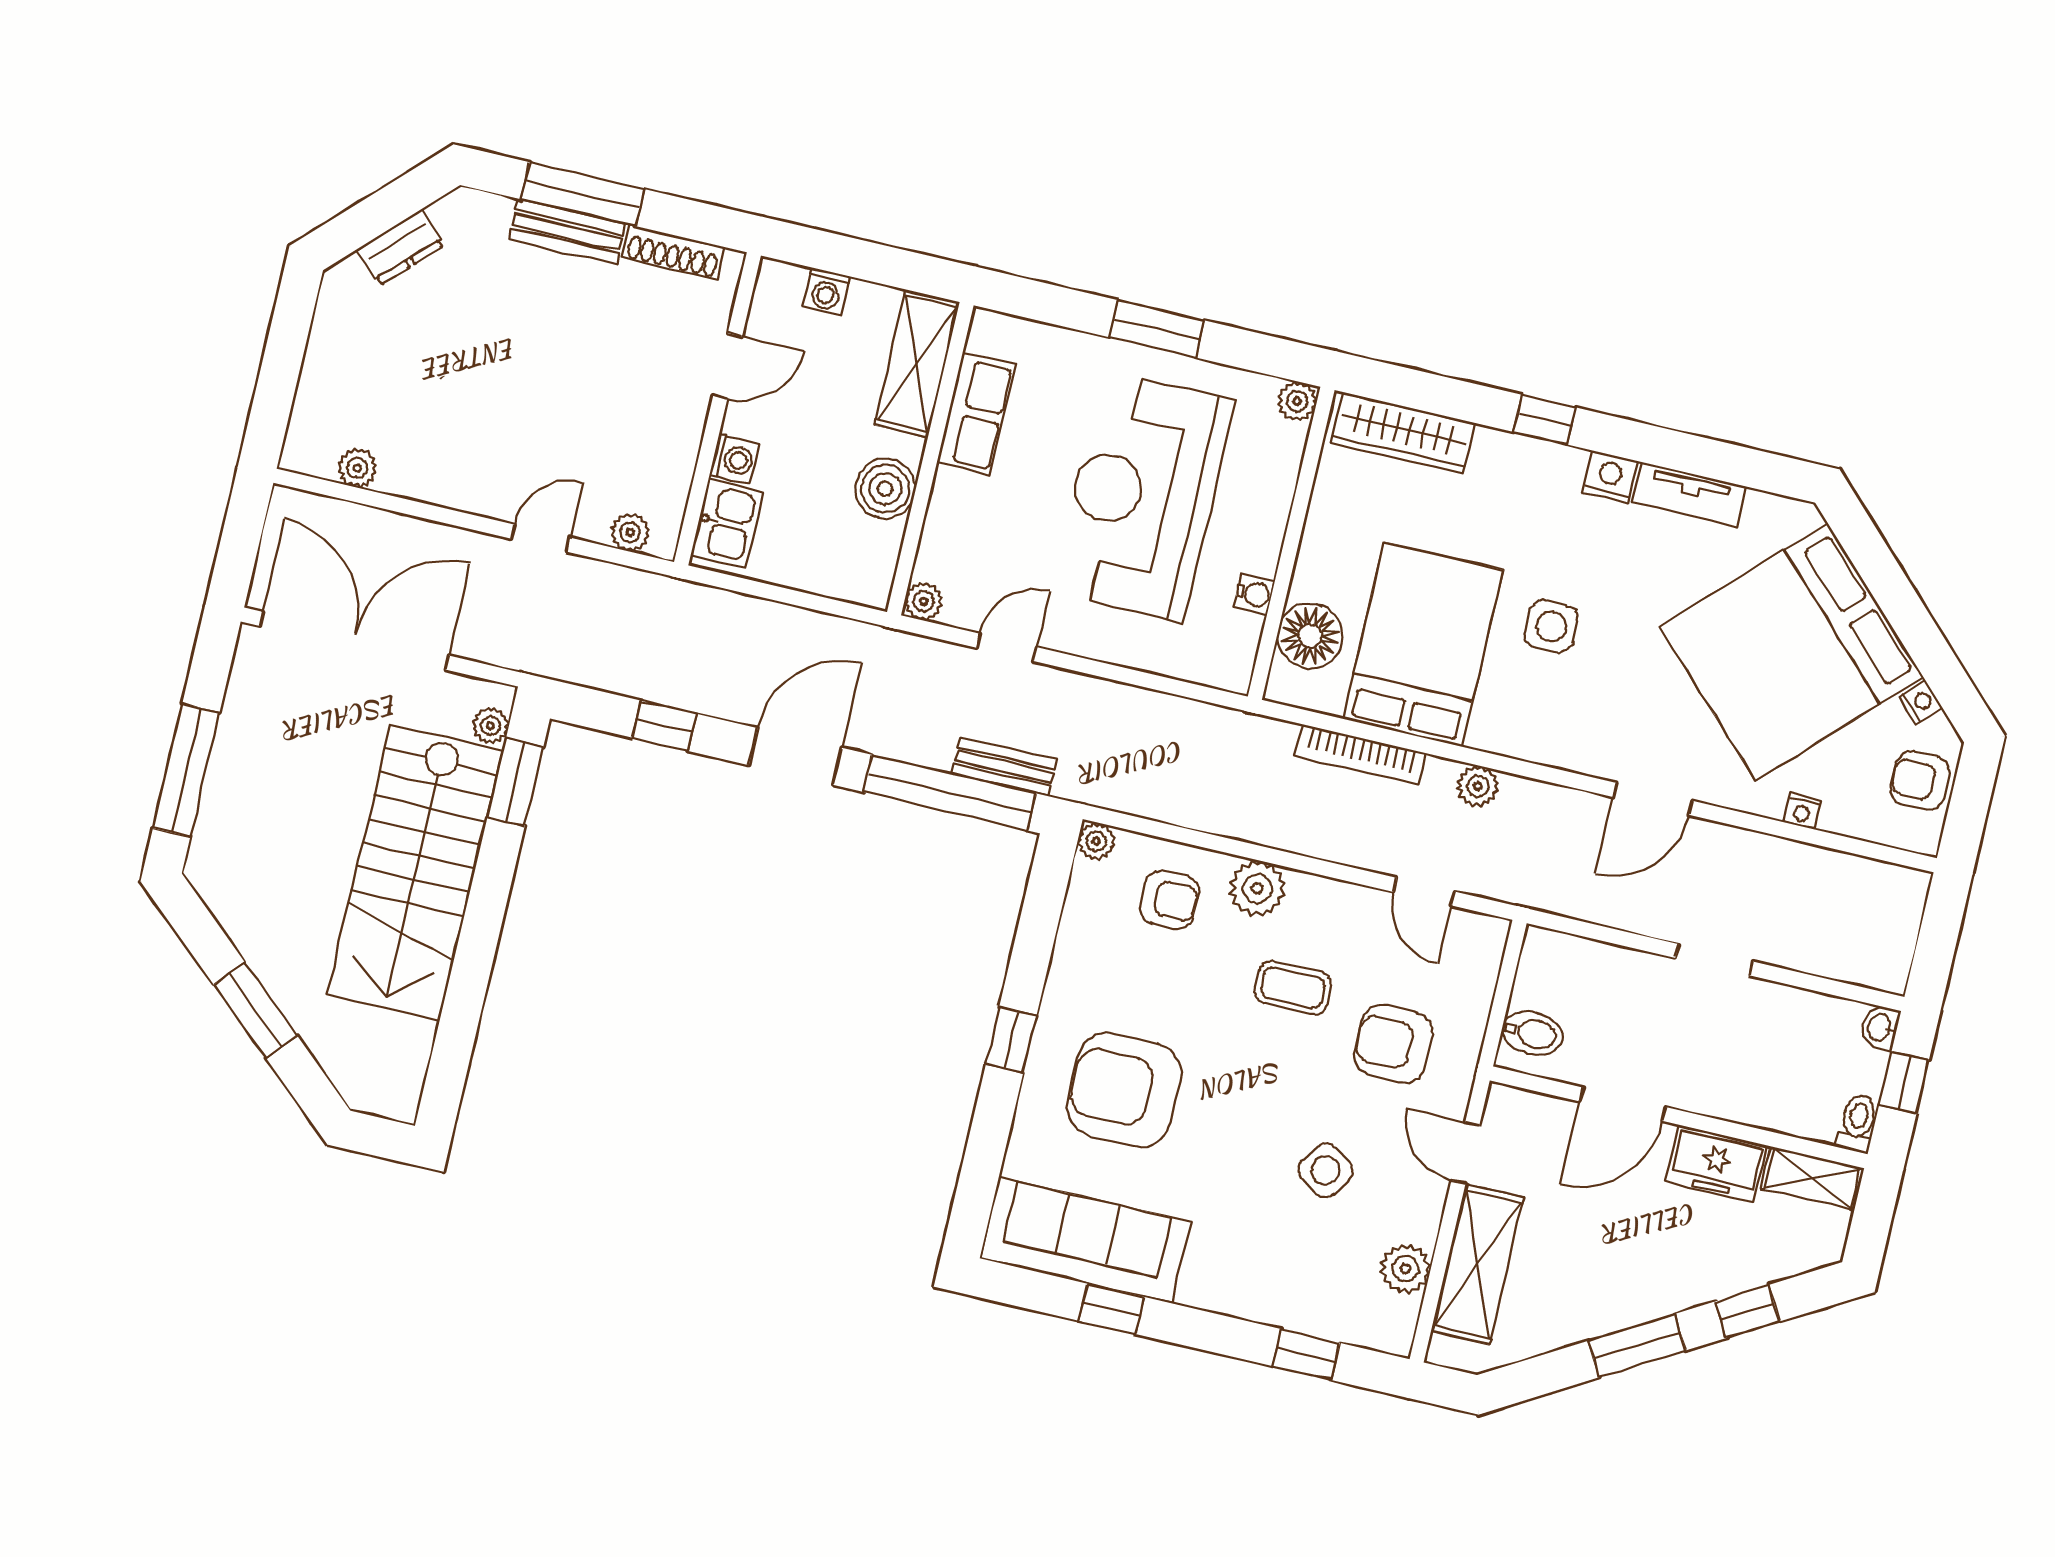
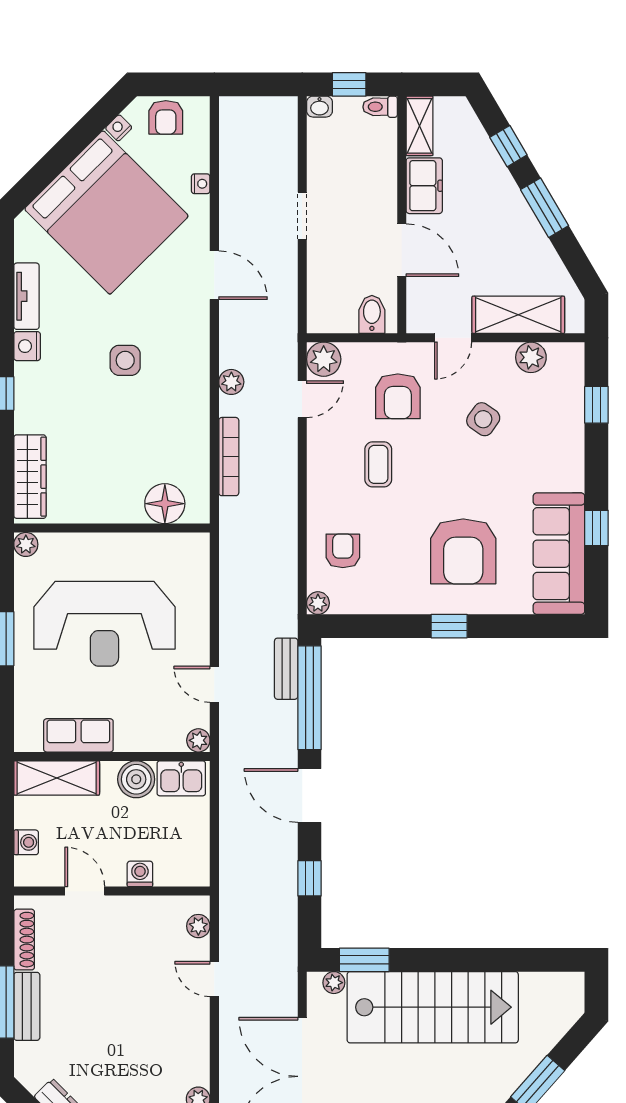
kitchen sink: (727, 523) -> (181, 778), moved, turned 180
water cooler: (1254, 594) -> (148, 543), removed
bed: (1423, 645) -> (154, 435), removed
plant: (1257, 888) -> (324, 359), moved

